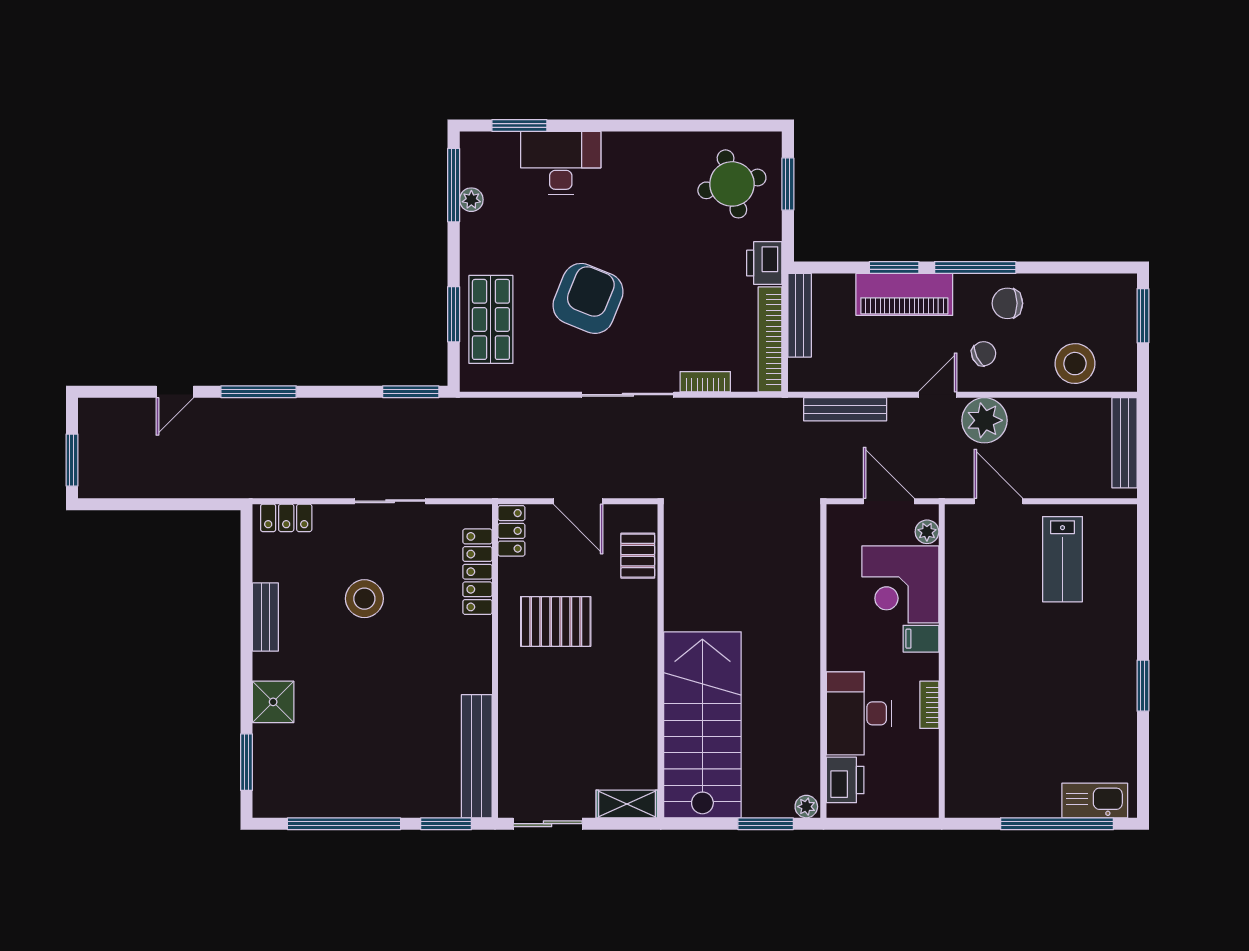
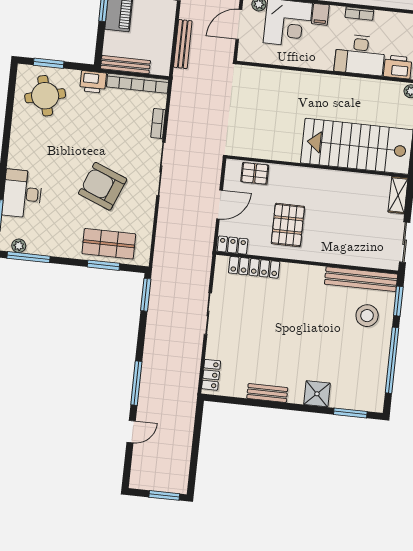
plant: (471, 200) -> (19, 246), moved
door: (175, 392) -> (131, 432), hinge flipped
stool: (364, 599) -> (367, 316), moved

